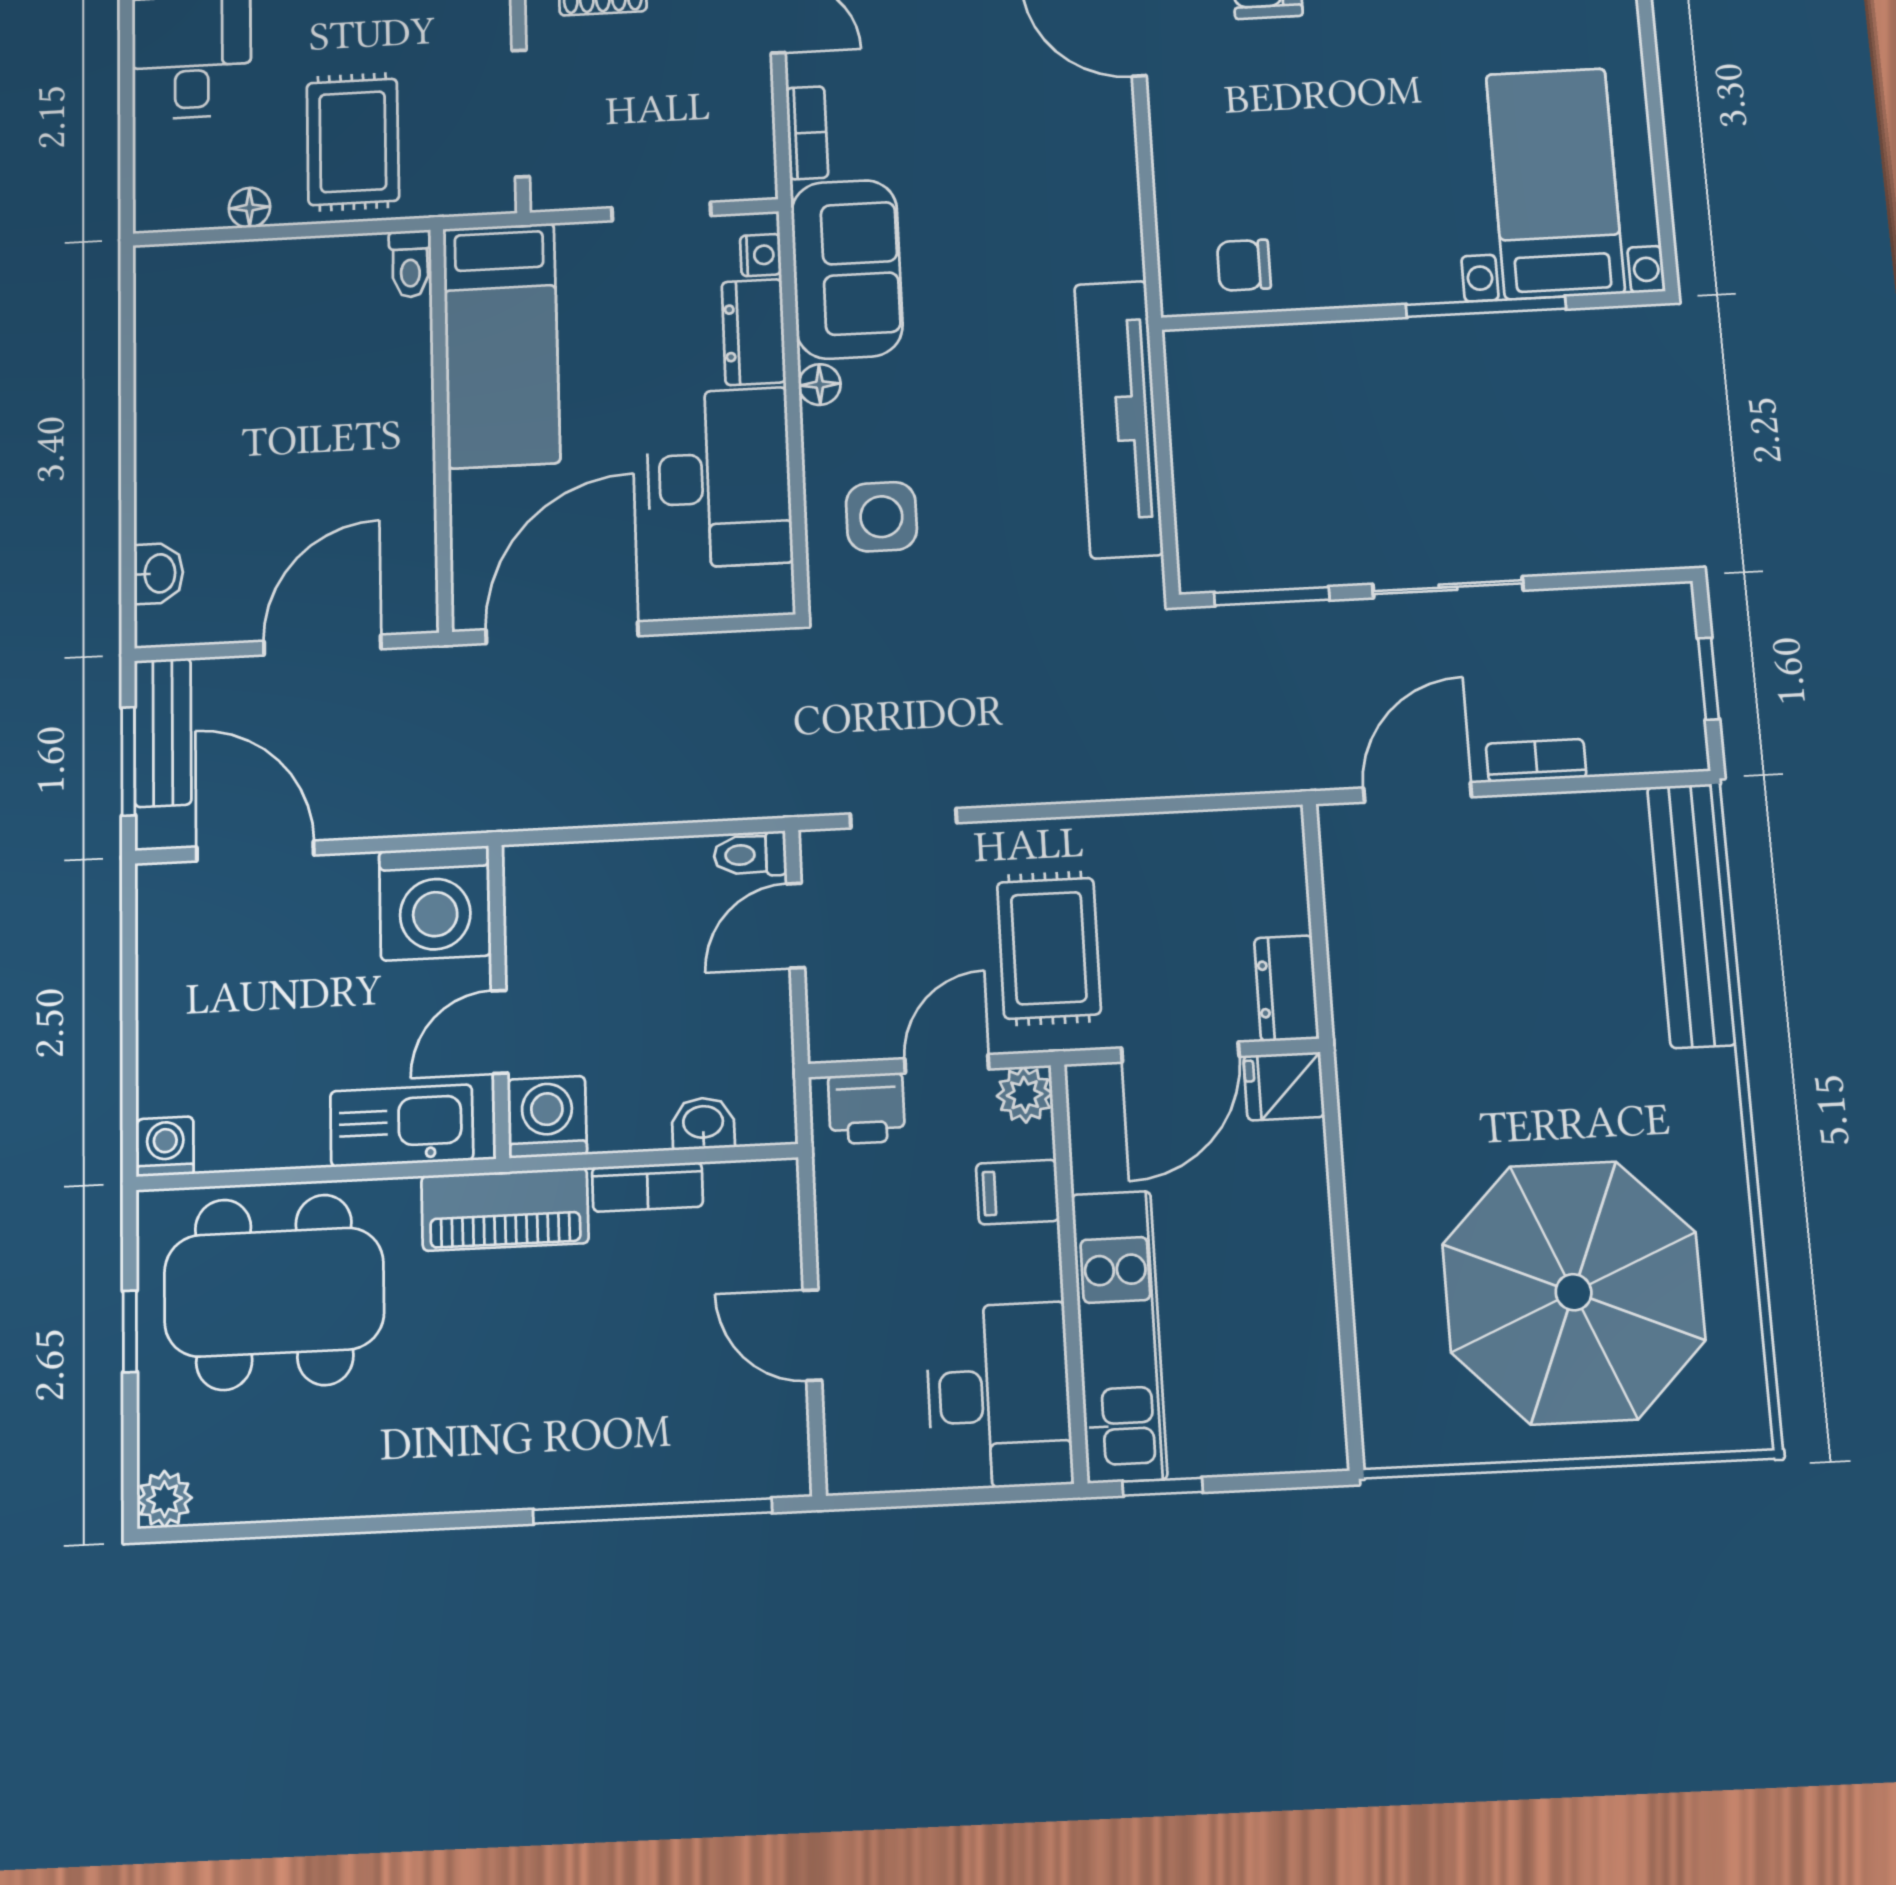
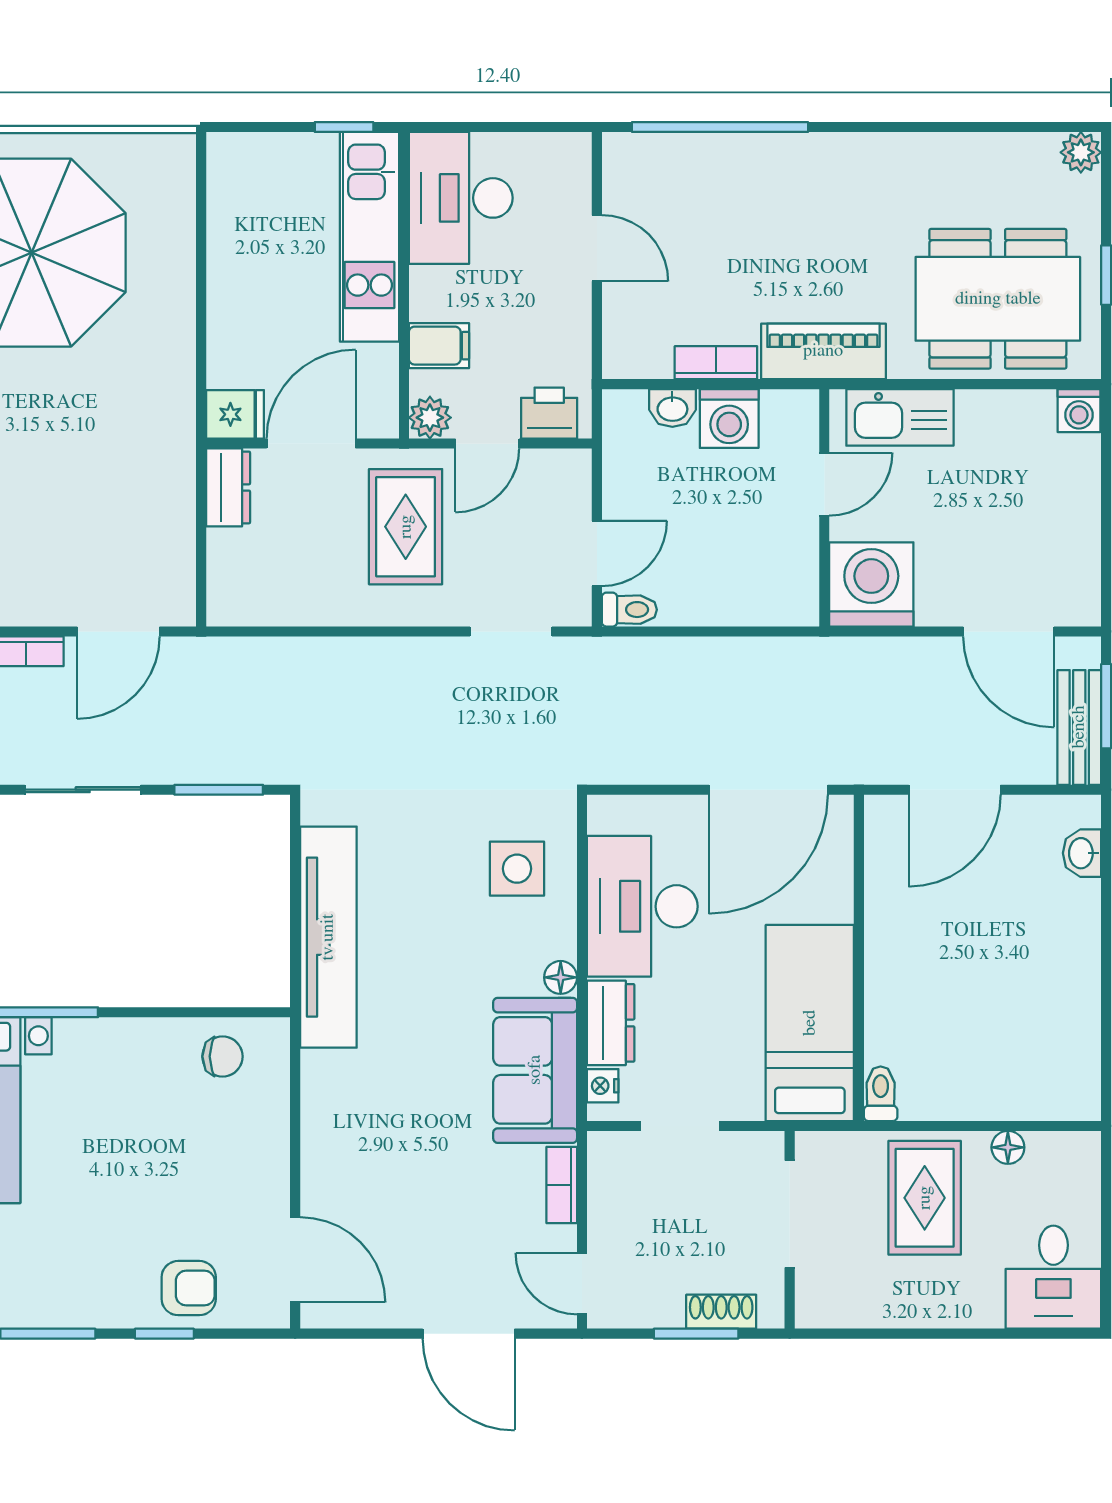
washing machine: (547, 1117) -> (729, 419), moved

